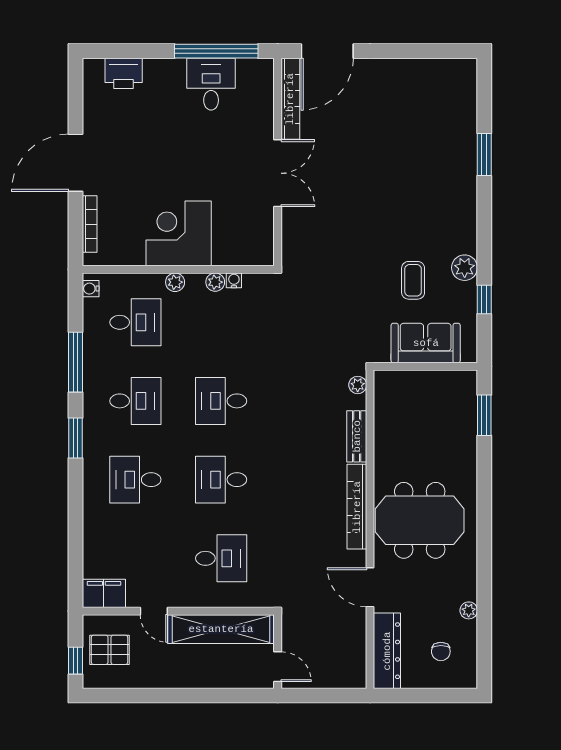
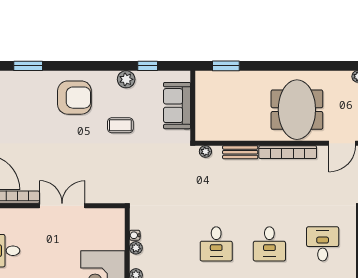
window: (484, 155) -> (28, 66), moved
armchair: (438, 191) -> (74, 98), added
coffee table: (413, 280) -> (120, 125), moved

